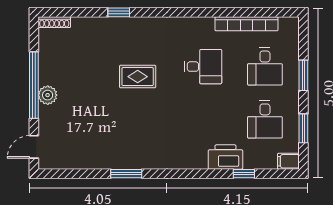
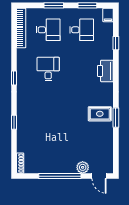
window: (189, 12) -> (14, 78), added
bookcase: (246, 24) -> (21, 28), moved
rug: (138, 77) -> (100, 114), moved, turned 90
plant: (48, 95) -> (83, 167), moved
printer: (225, 157) -> (105, 71), moved

